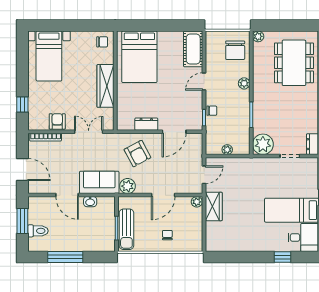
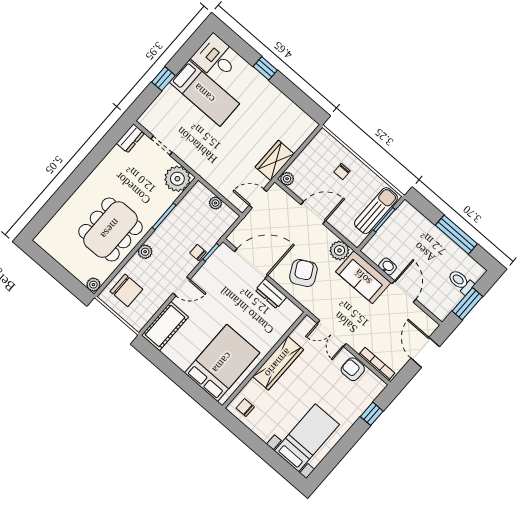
chair: (235, 50) -> (126, 290), turned 90
dining table: (294, 63) -> (110, 229), moved
armchair: (57, 121) -> (353, 369), turned 90
door: (174, 132) -> (251, 263), width x1.36
window: (282, 257) -> (265, 68), moved

